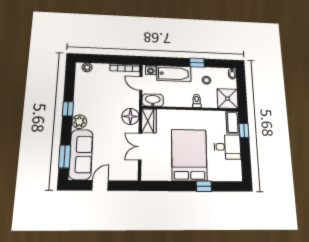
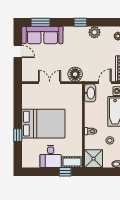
wardrobe: (149, 121) -> (72, 90), removed
plant: (79, 122) -> (94, 32), moved

